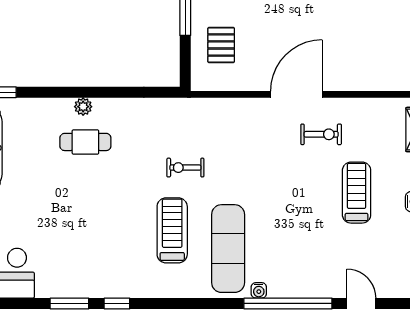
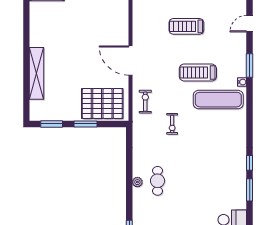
pallet: (221, 45) -> (102, 104), width x2.05, depth x2.00
exercise bike: (321, 134) -> (145, 102), moved
treadmill: (172, 230) -> (198, 73), moved
window: (288, 303) -> (250, 65), width x0.47

